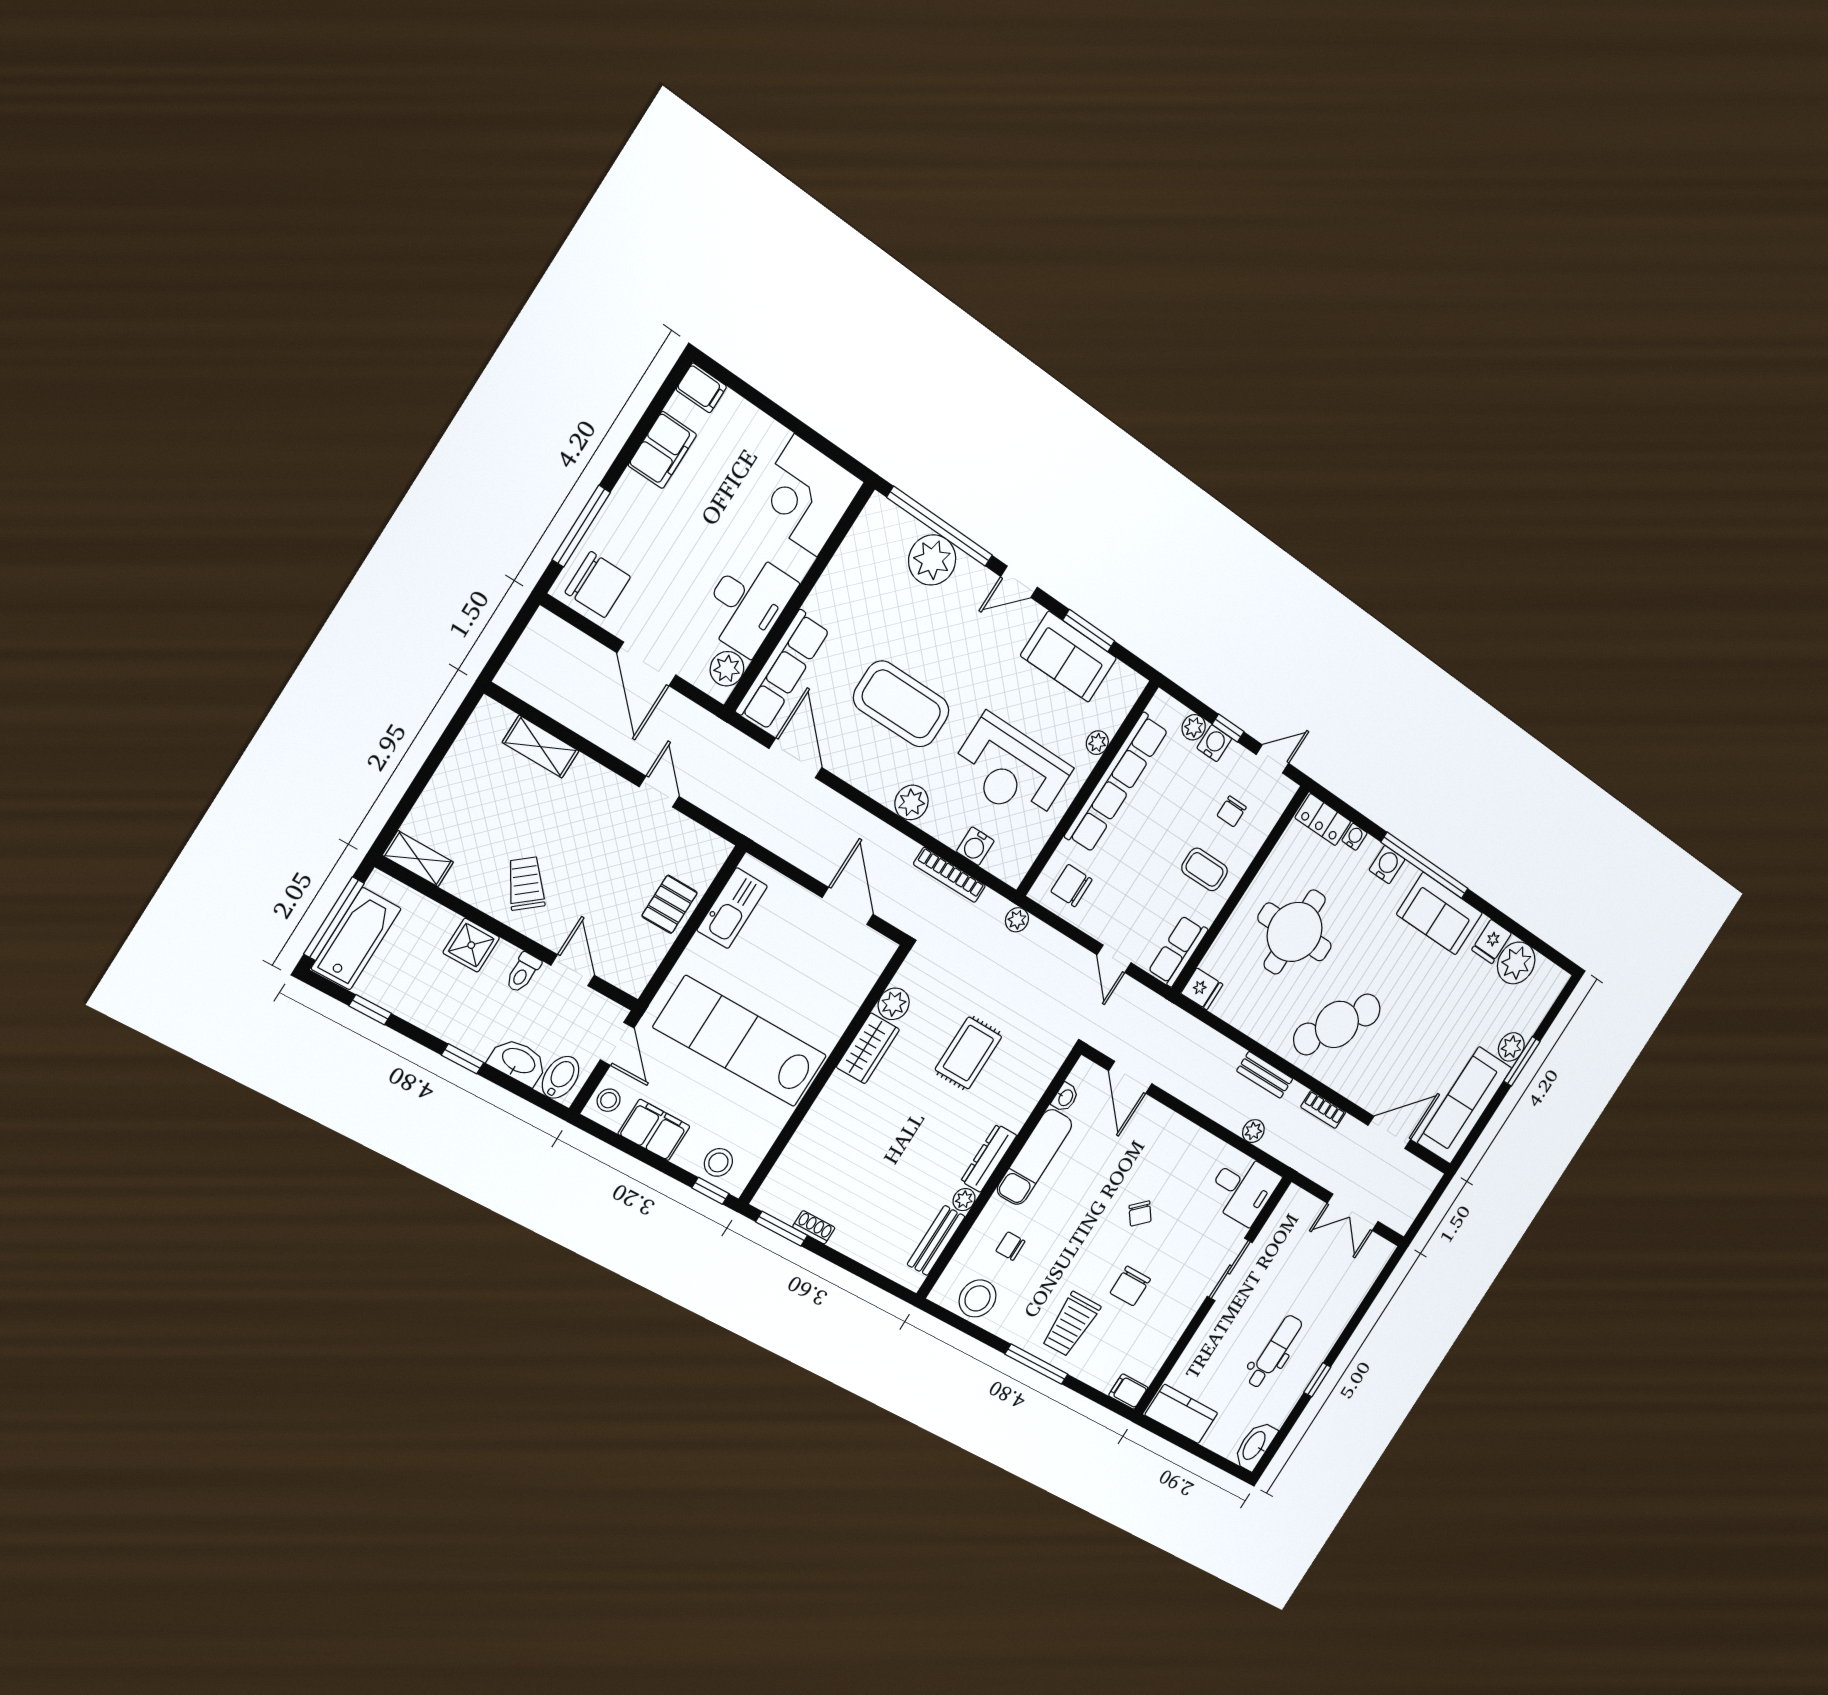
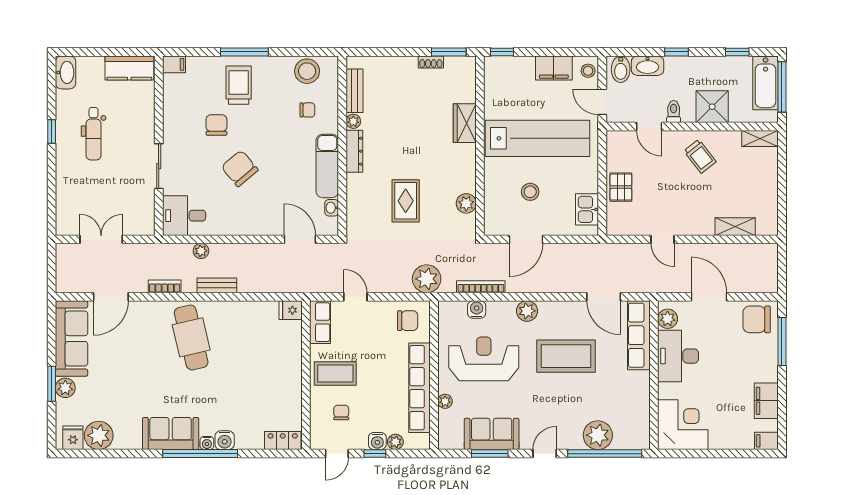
water cooler: (1355, 837) -> (207, 443), moved
coffee table: (1205, 869) -> (335, 373), width x1.36, depth x1.30
door: (848, 906) -> (526, 239), hinge flipped
kitchen sink: (732, 908) -> (587, 209), width x0.73
plant: (1017, 920) -> (427, 279), width x1.88, depth x1.88
round table: (1295, 932) -> (256, 372), removed
fridge: (1492, 942) -> (73, 438), moved
shower: (471, 945) -> (712, 107), width x1.36, depth x1.36
cafe table: (1337, 1024) -> (191, 337), turned -49
wardrobe: (868, 1048) -> (465, 123), moved
stool: (718, 1162) -> (530, 192), moved
chair: (1140, 1214) -> (240, 168), width x1.87, depth x1.87

